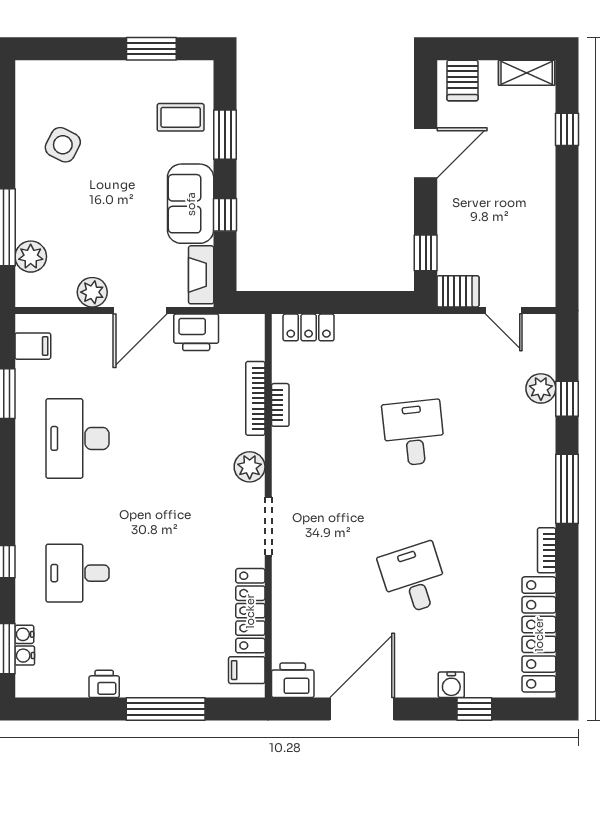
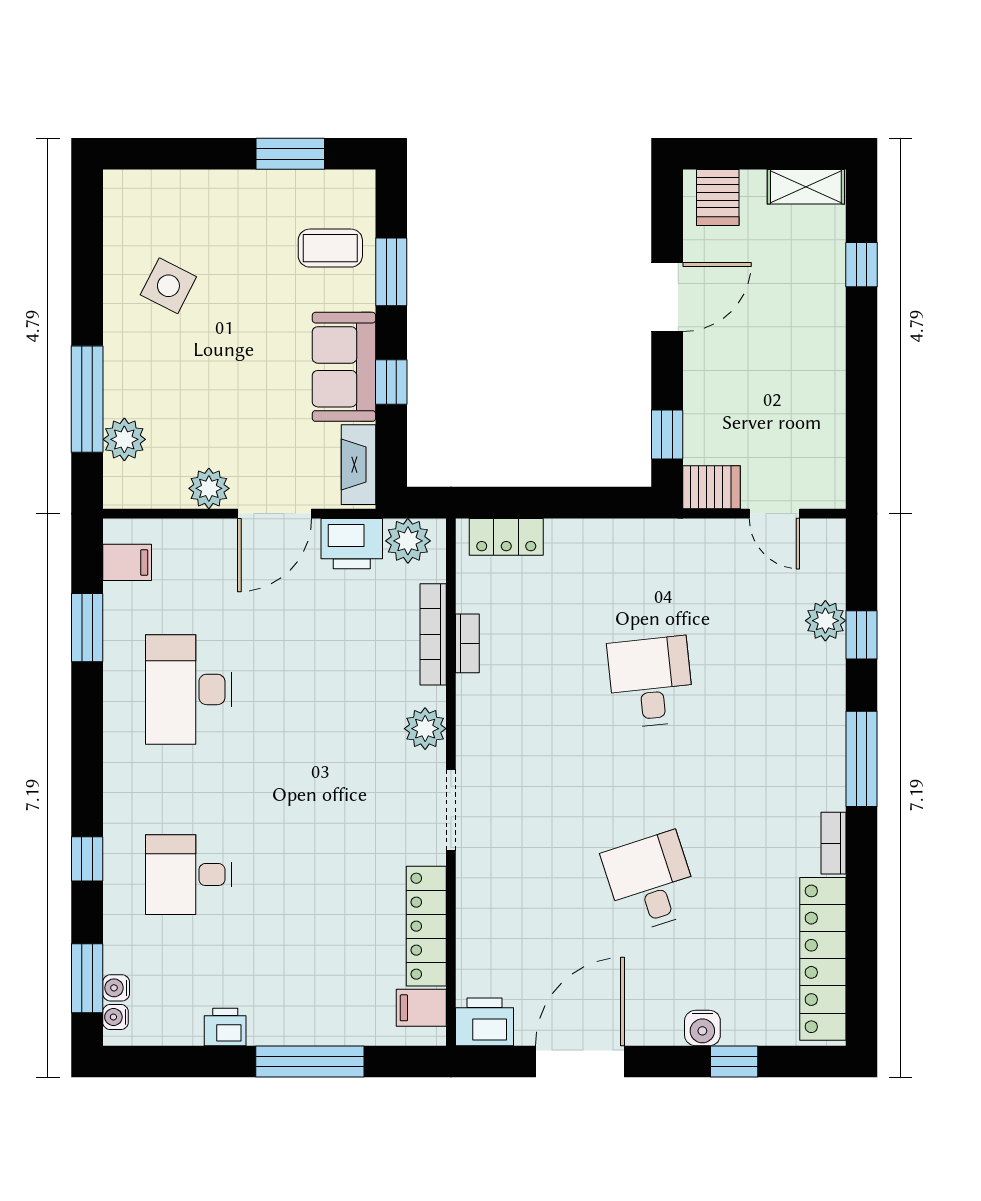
plant: (237, 330) -> (408, 541), added
water cooler: (24, 634) -> (115, 1017), moved

